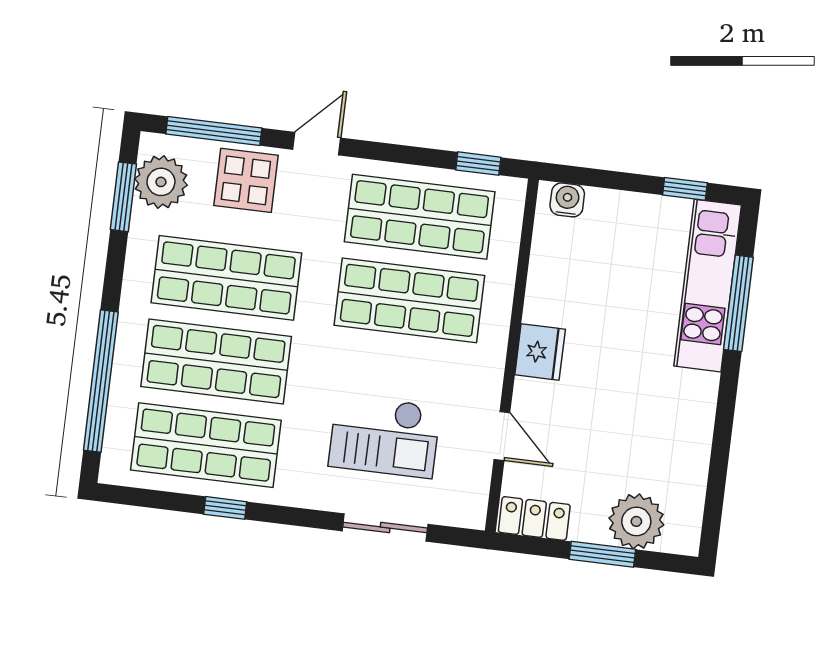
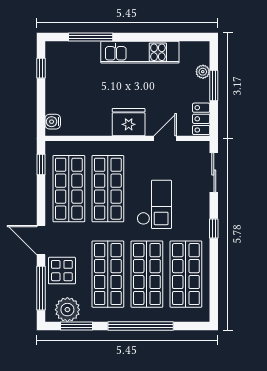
door: (317, 144) -> (41, 240), width x1.38
kitchen unit: (708, 286) -> (140, 52), moved
fridge: (540, 352) -> (129, 122), width x1.36, depth x1.34
window: (101, 381) -> (141, 326), moved
checkout: (384, 436) -> (154, 204), moved
window: (225, 508) -> (214, 228), moved
plant: (636, 521) -> (203, 72), width x0.53, depth x0.53
sliding door: (385, 528) -> (214, 173), moved

